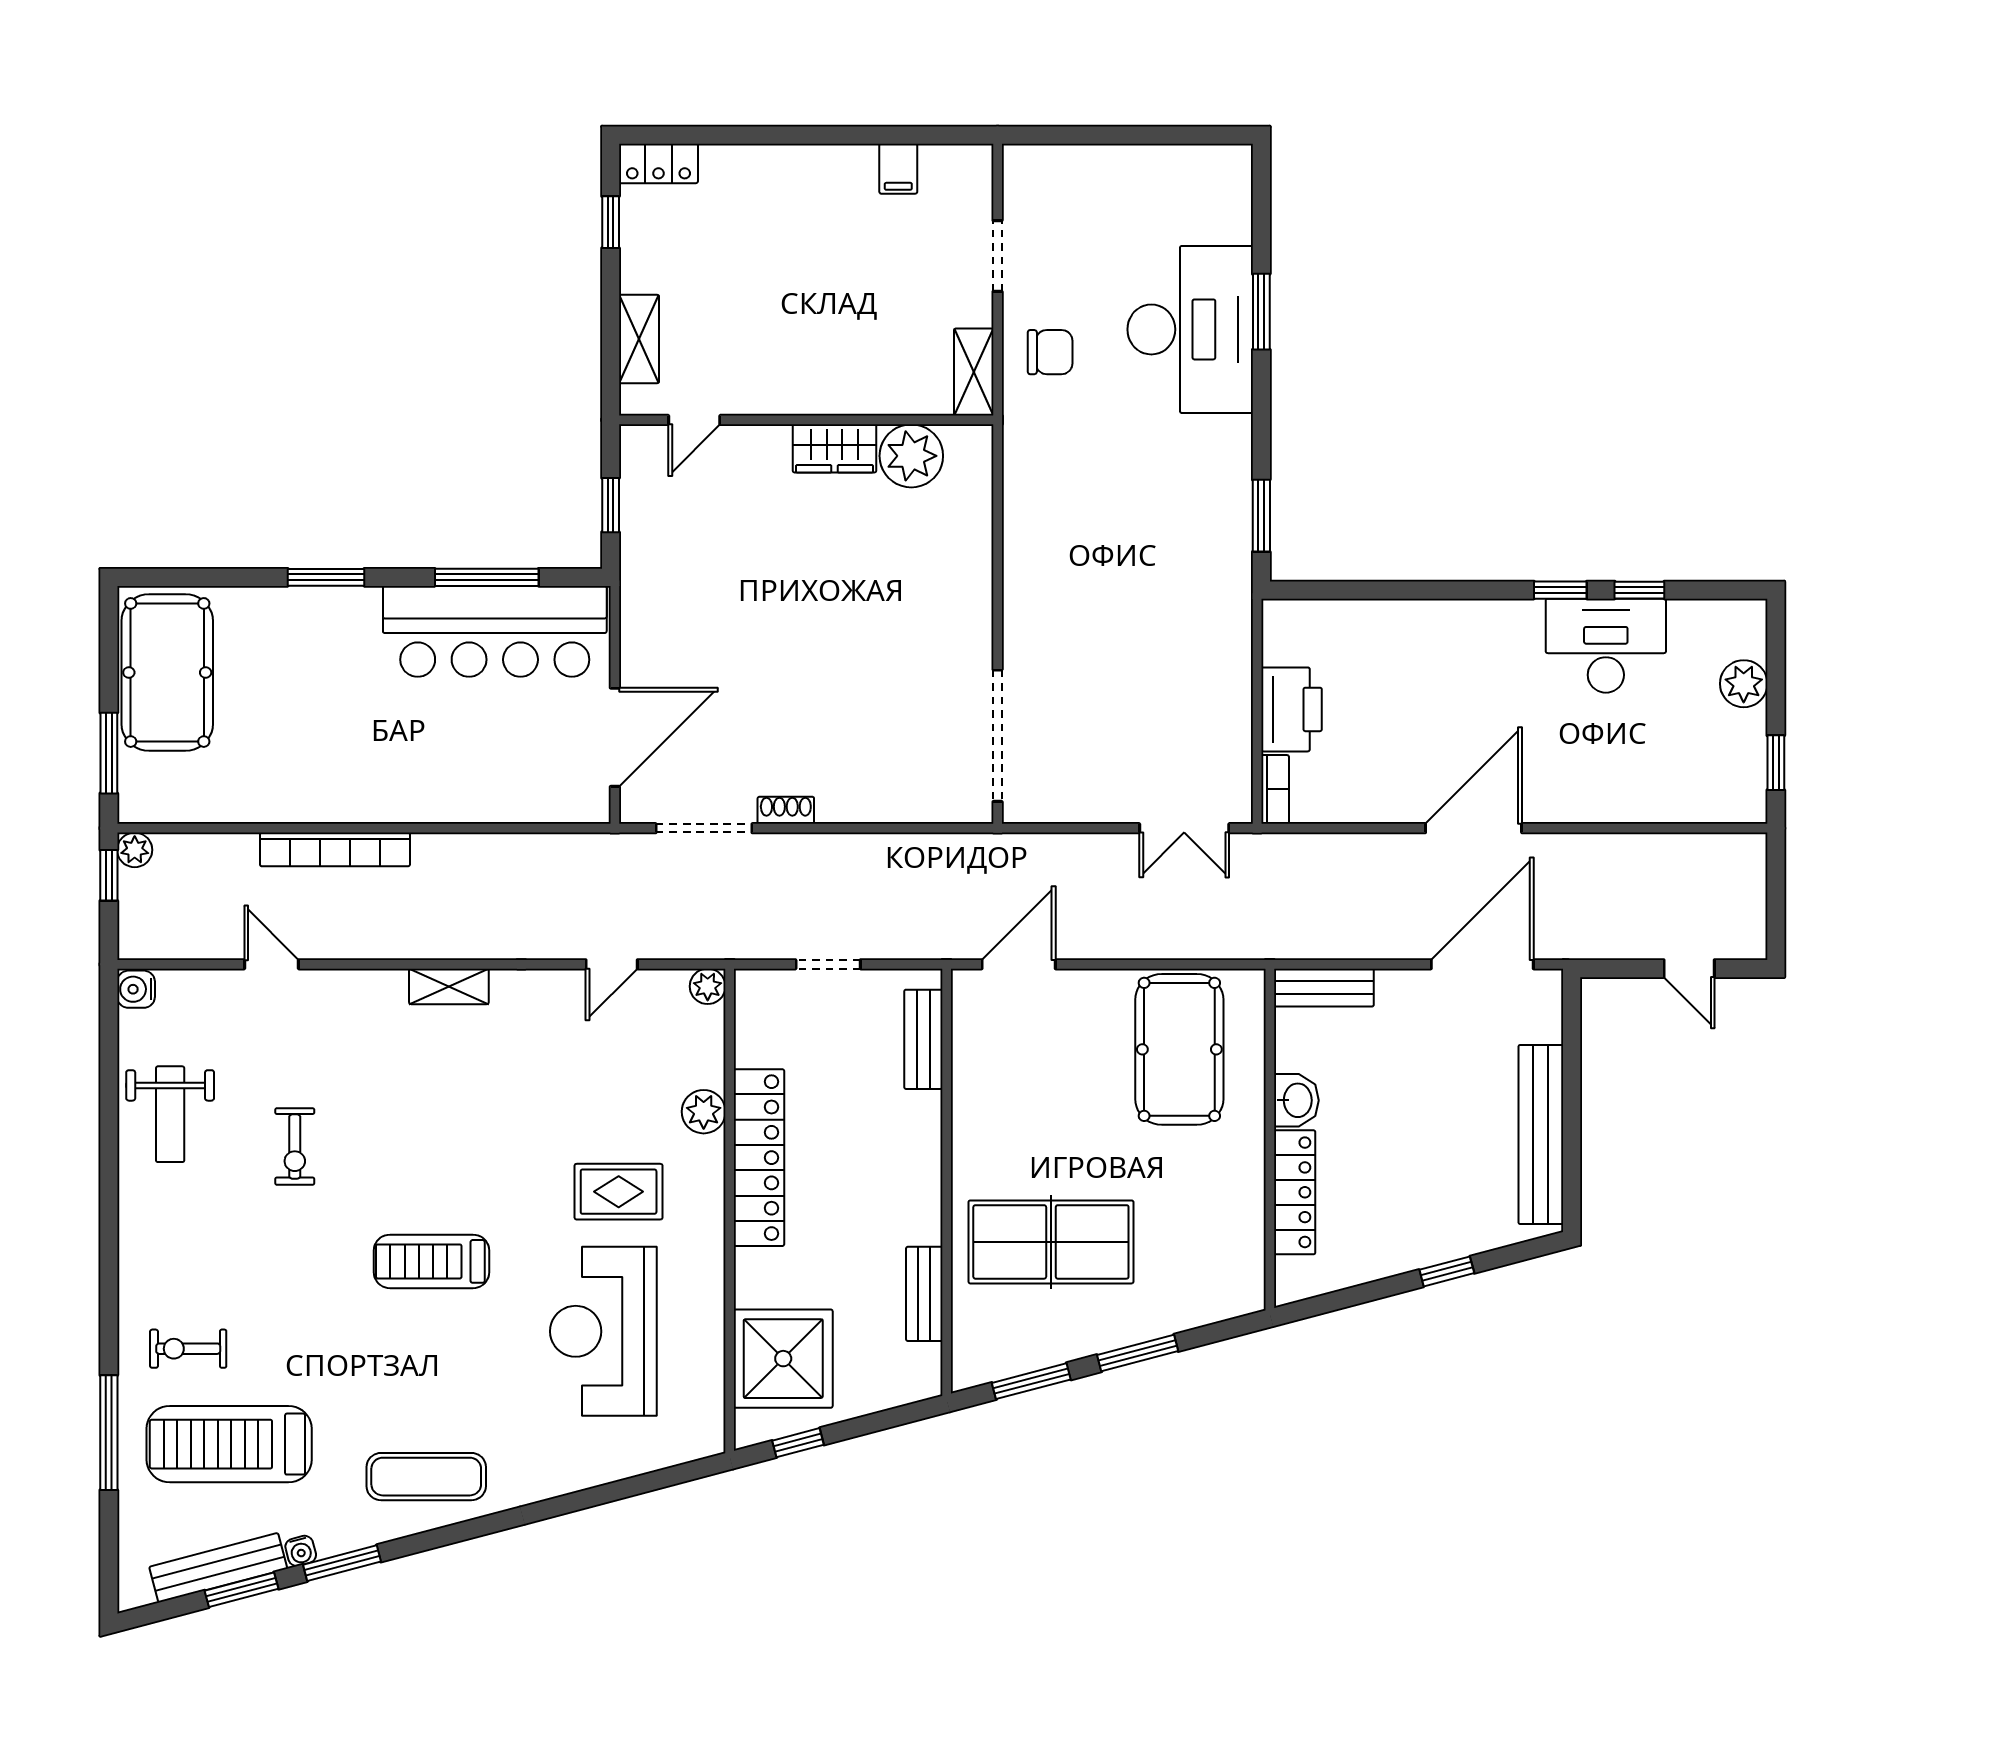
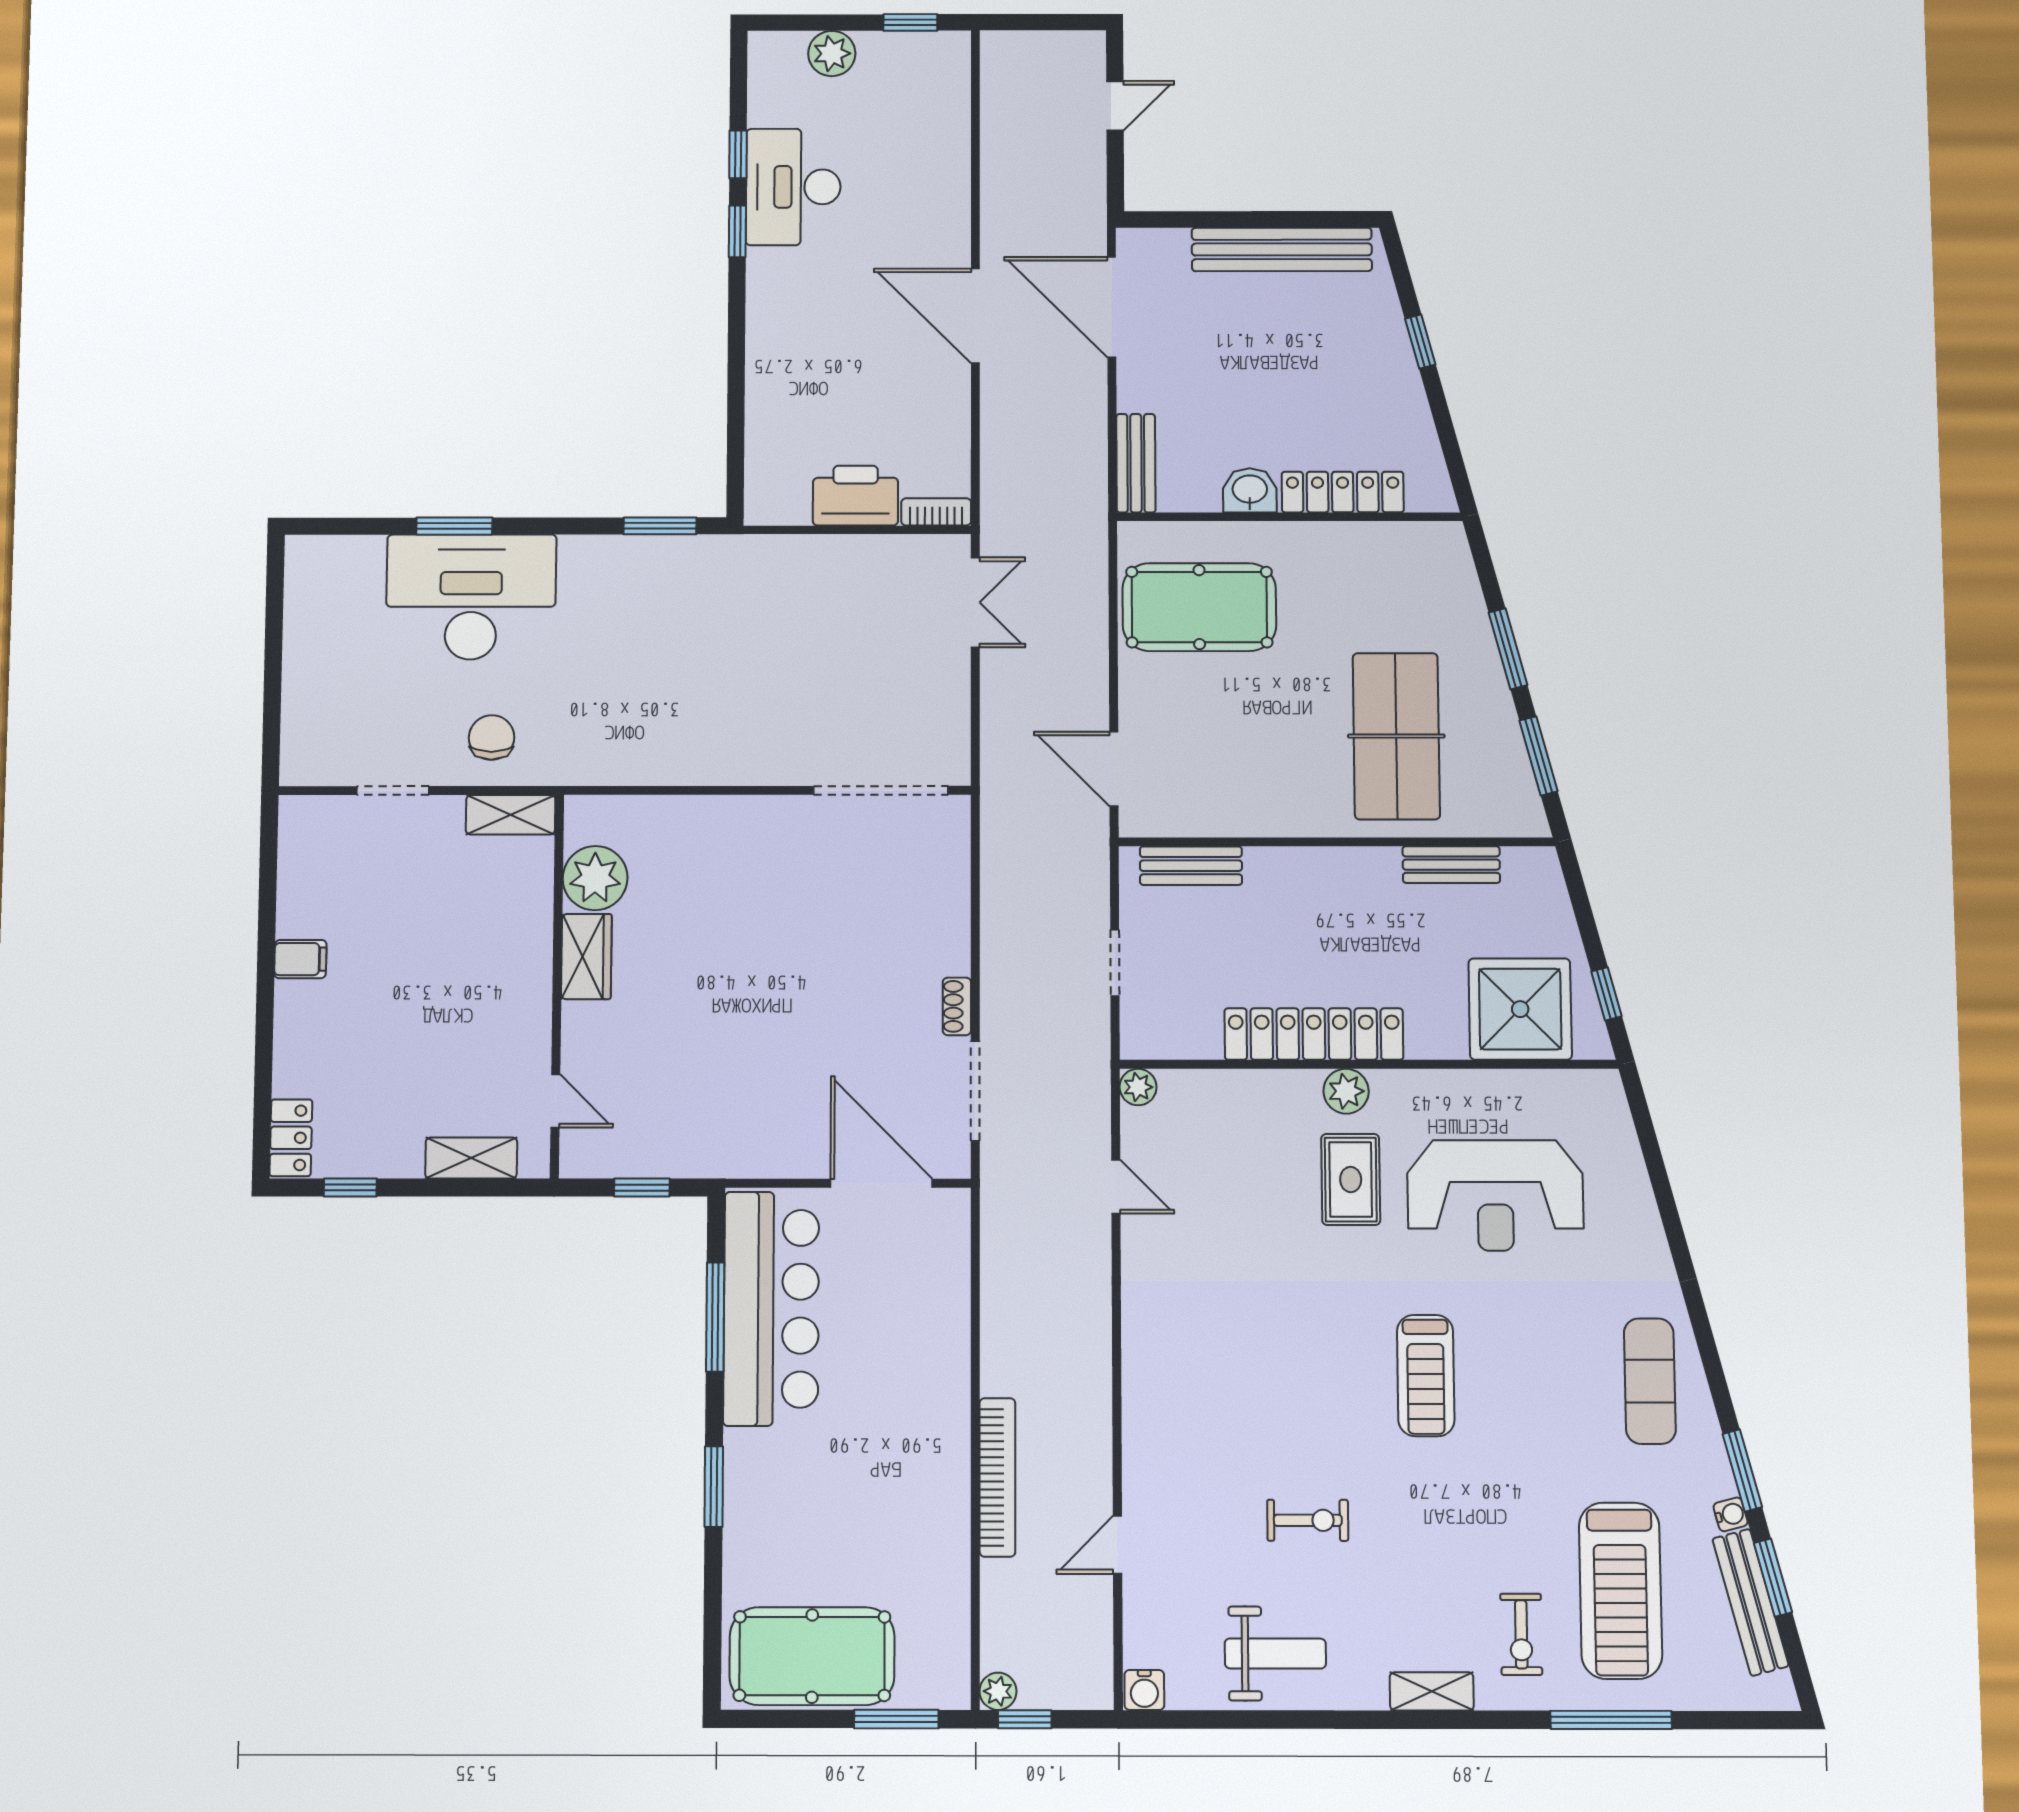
filing cabinet: (898, 169) -> (300, 959), moved
shelving: (449, 986) -> (1432, 1691), moved, turned 90
plant: (704, 1112) -> (1346, 1091), moved

